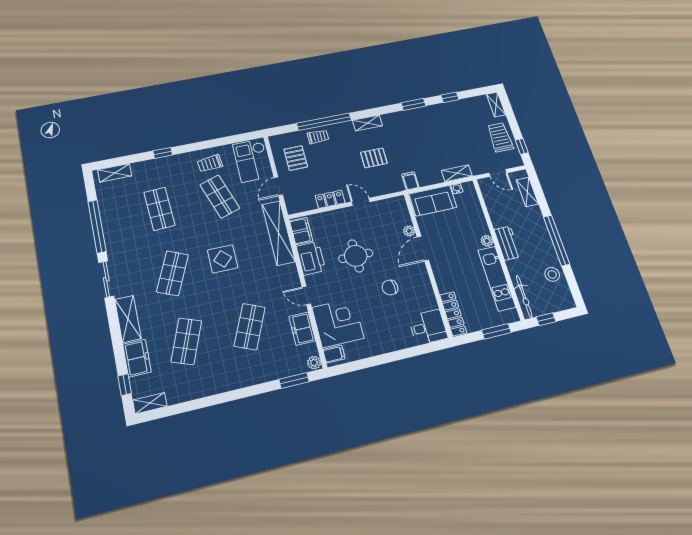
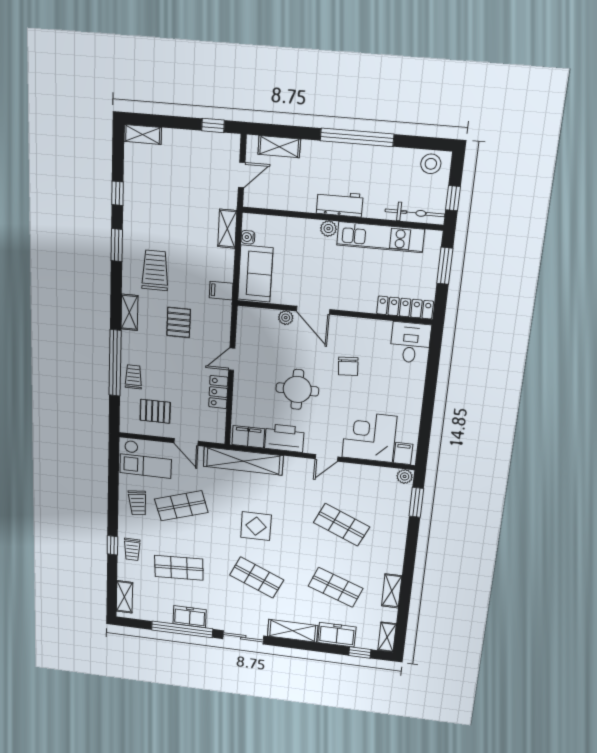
trolley: (500, 137) -> (155, 270), moved, turned 90
trolley: (164, 169) -> (132, 549), added
stool: (552, 274) -> (431, 164), moved
freezer: (302, 329) -> (190, 617), moved, turned 180
shelving: (200, 390) -> (392, 591), added

